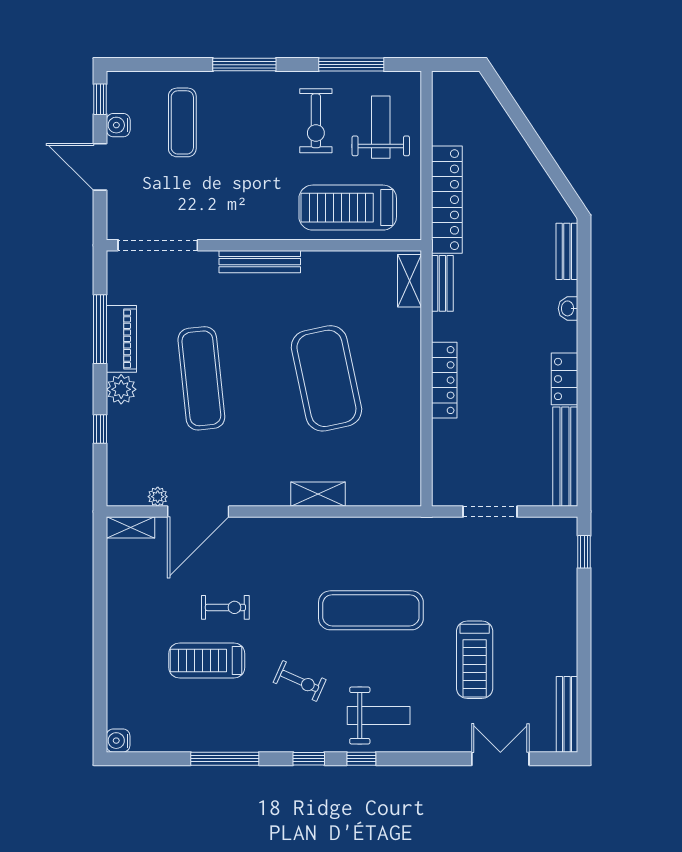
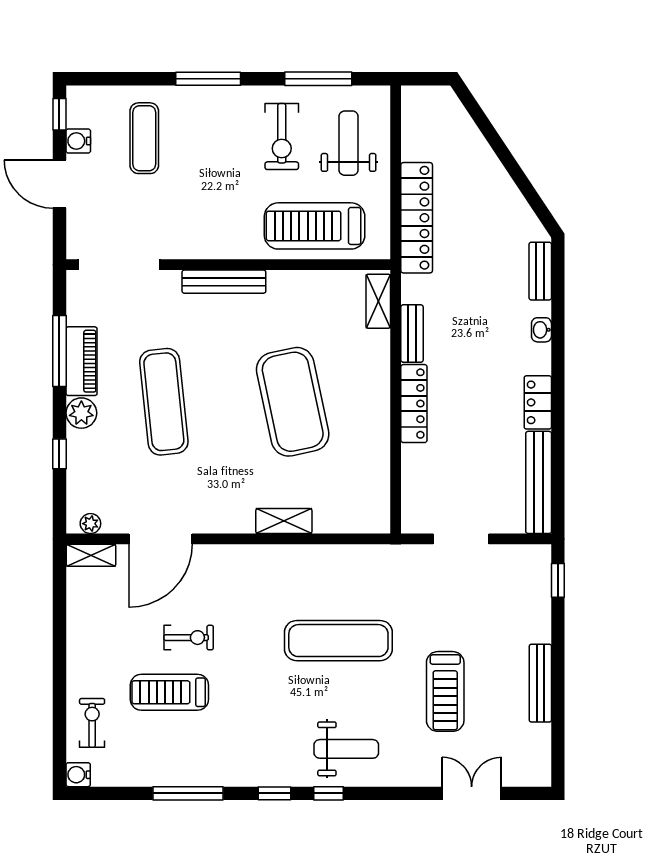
bench: (442, 283) -> (412, 334), moved
plant: (158, 497) -> (90, 524), moved
exercise bike: (300, 681) -> (92, 723), moved, turned -114
bench: (567, 714) -> (540, 683), moved

